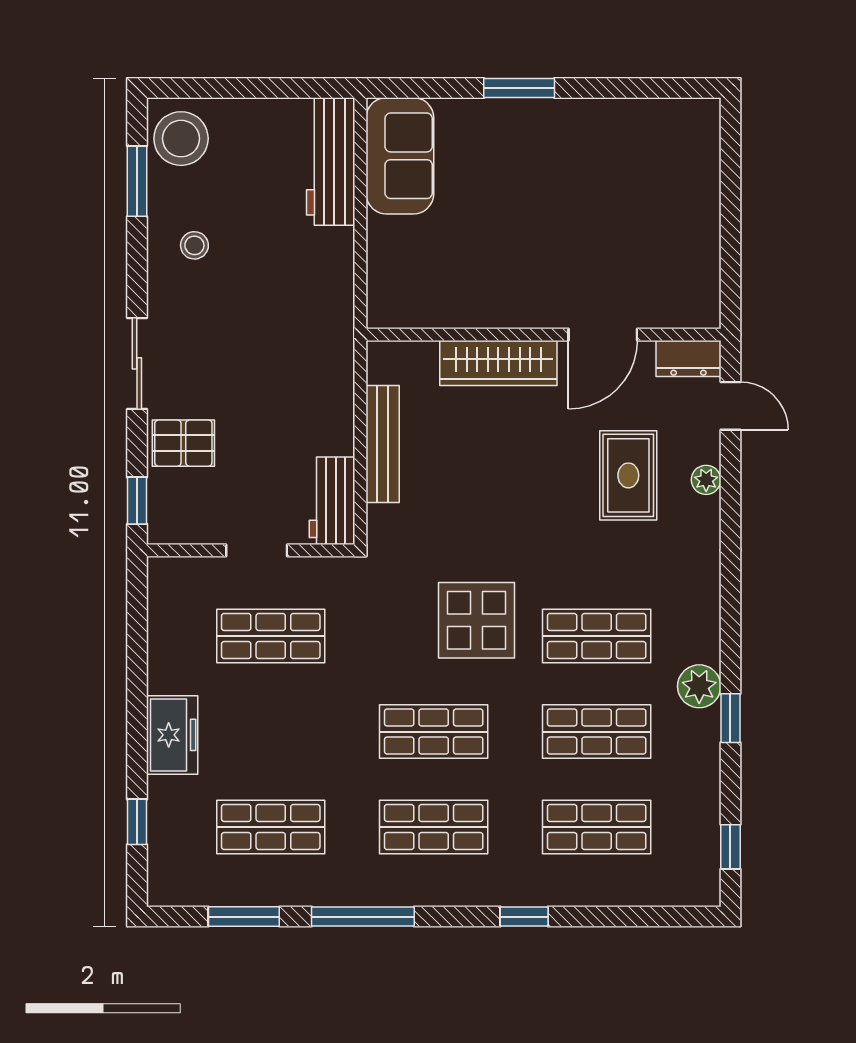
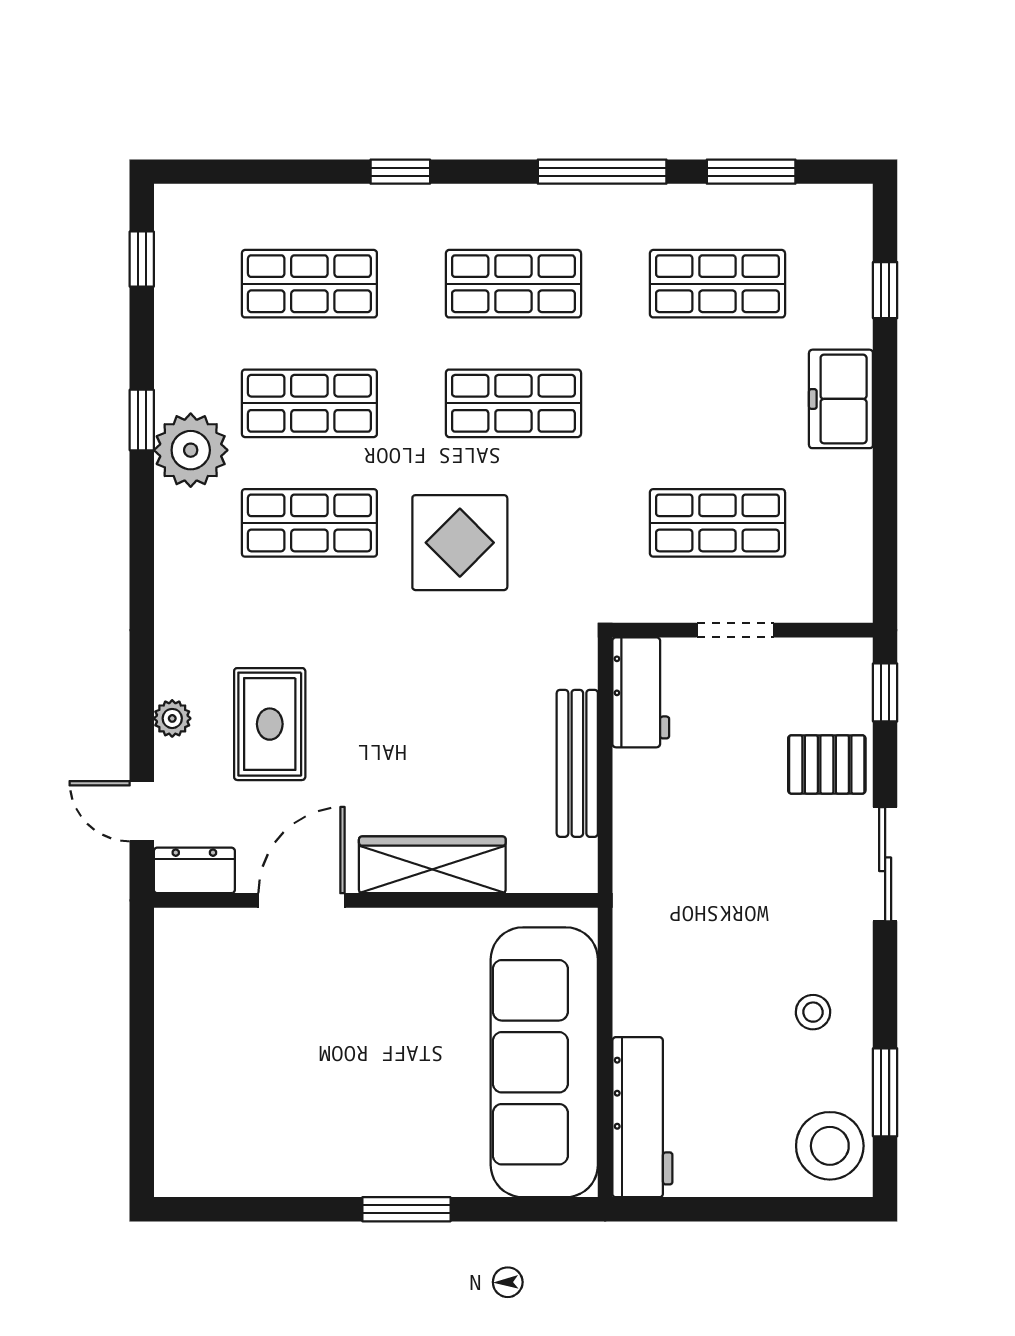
sofa: (400, 156) -> (544, 1062), width x1.85, depth x1.27
plant: (699, 686) -> (191, 450), width x1.36, depth x1.36

